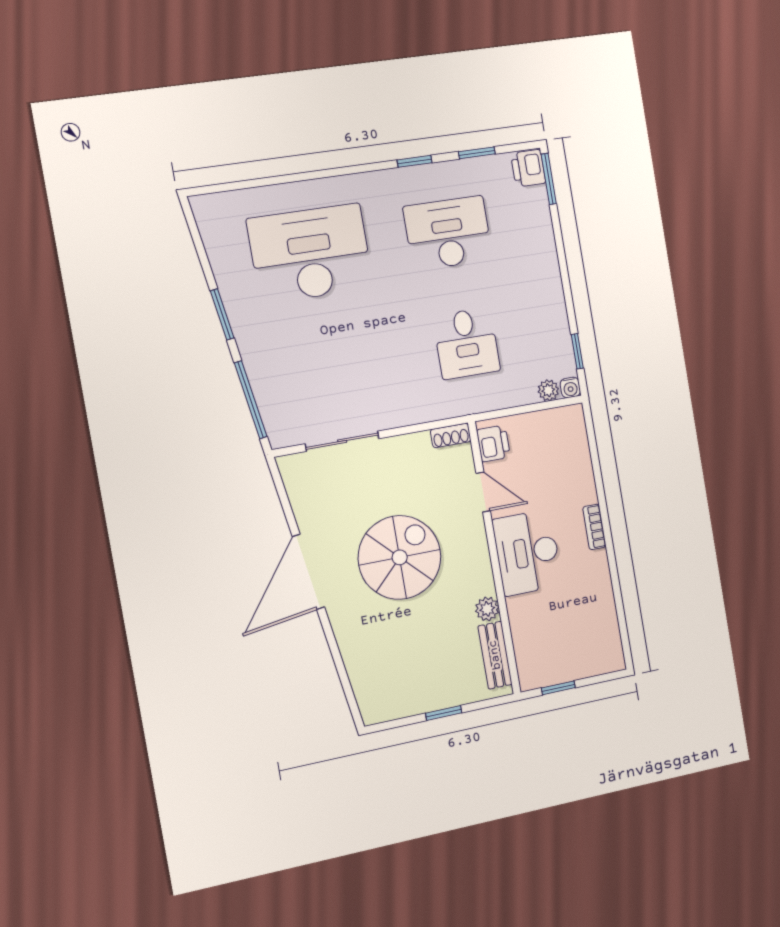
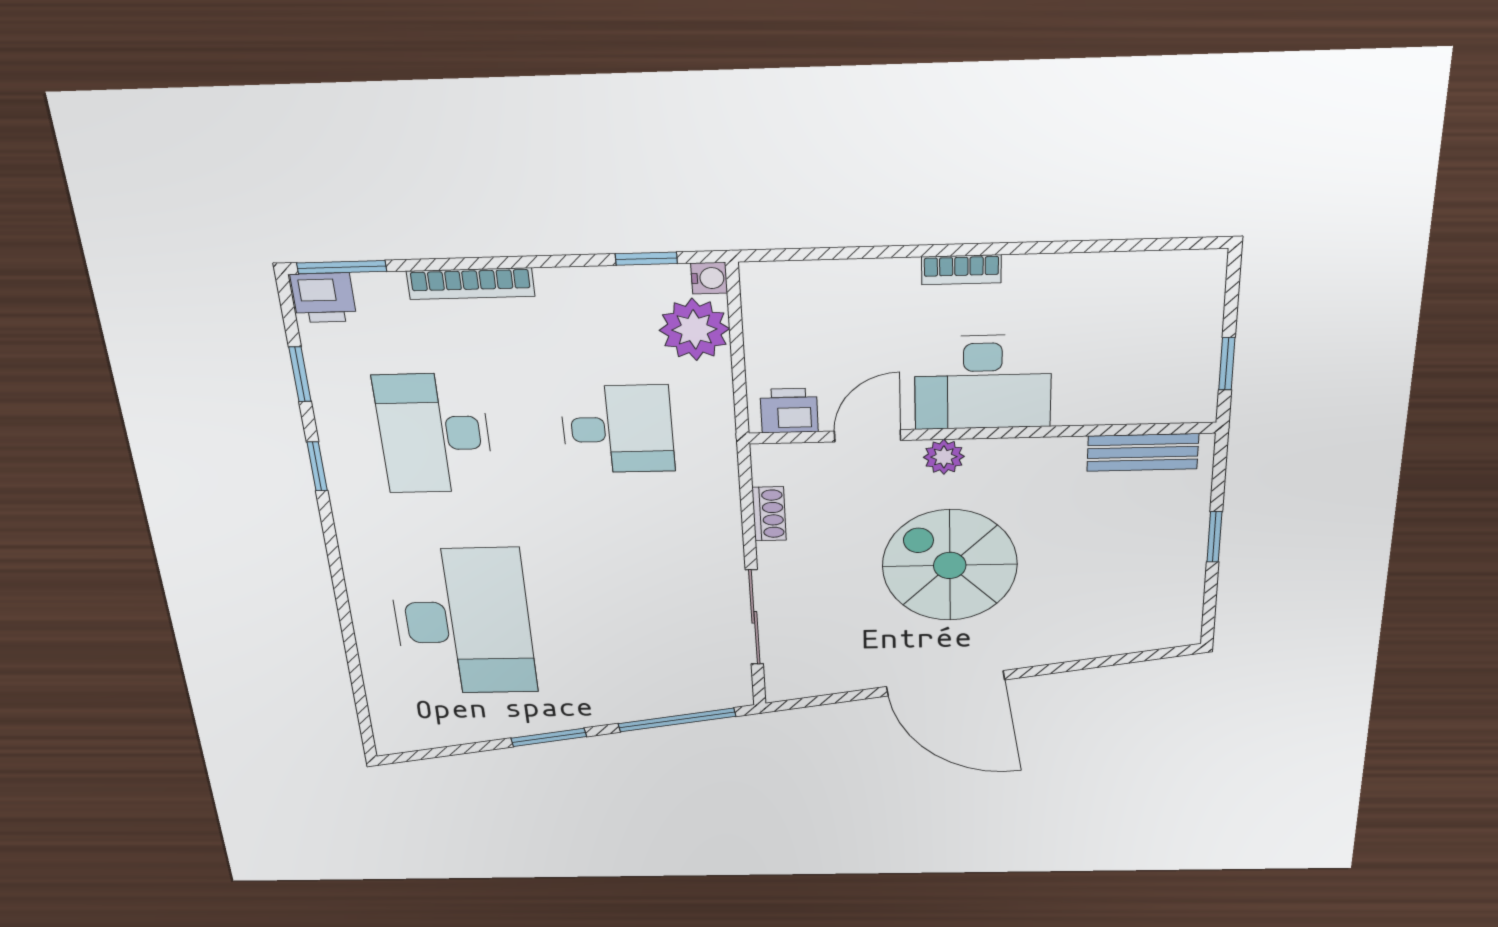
desk: (310, 253) -> (463, 622), turned 180
bookcase: (549, 253) -> (471, 284), added
plant: (548, 390) -> (694, 329), width x1.87, depth x1.87
shoe rack: (451, 435) -> (769, 514), moved
plant: (487, 609) -> (944, 457), moved

